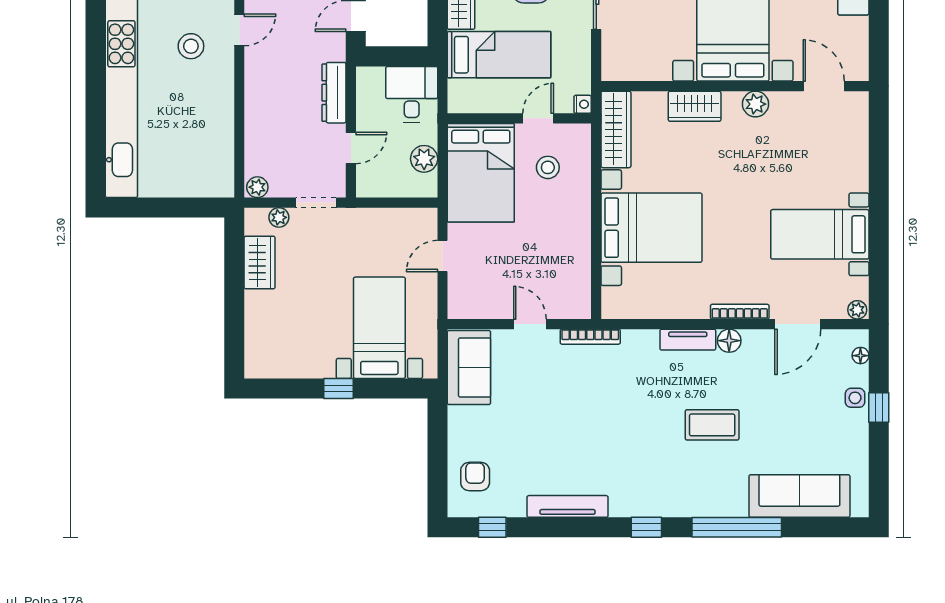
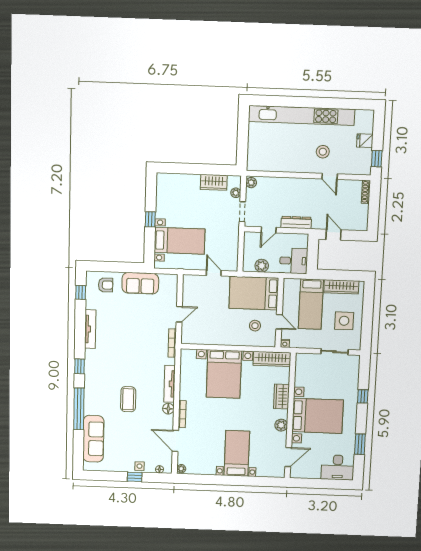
door: (351, 148) -> (269, 230), hinge flipped
bed with nightstands: (820, 234) -> (237, 453), moved
tv unit: (688, 340) -> (170, 384), width x1.41
sofa: (469, 368) -> (140, 283), moved

